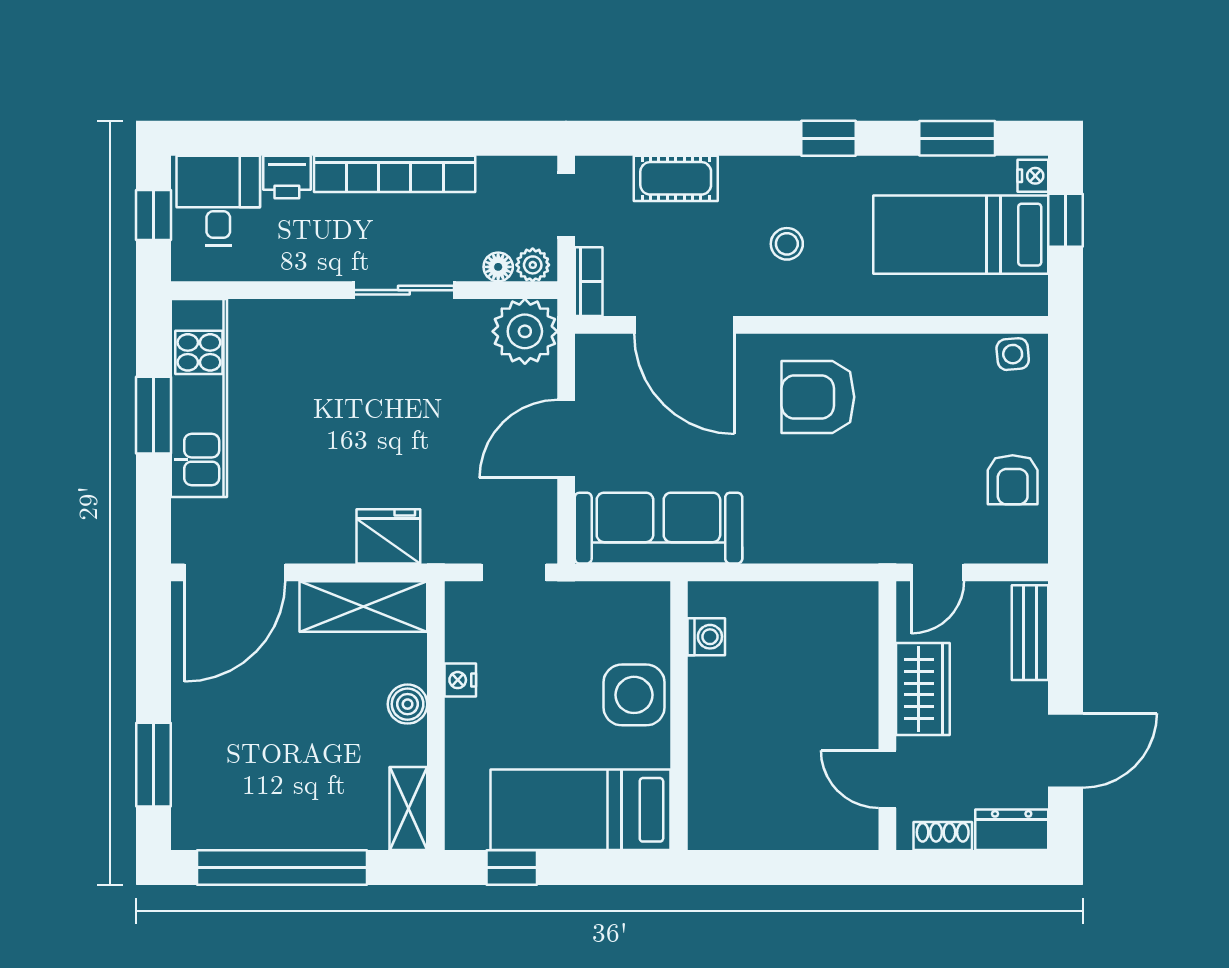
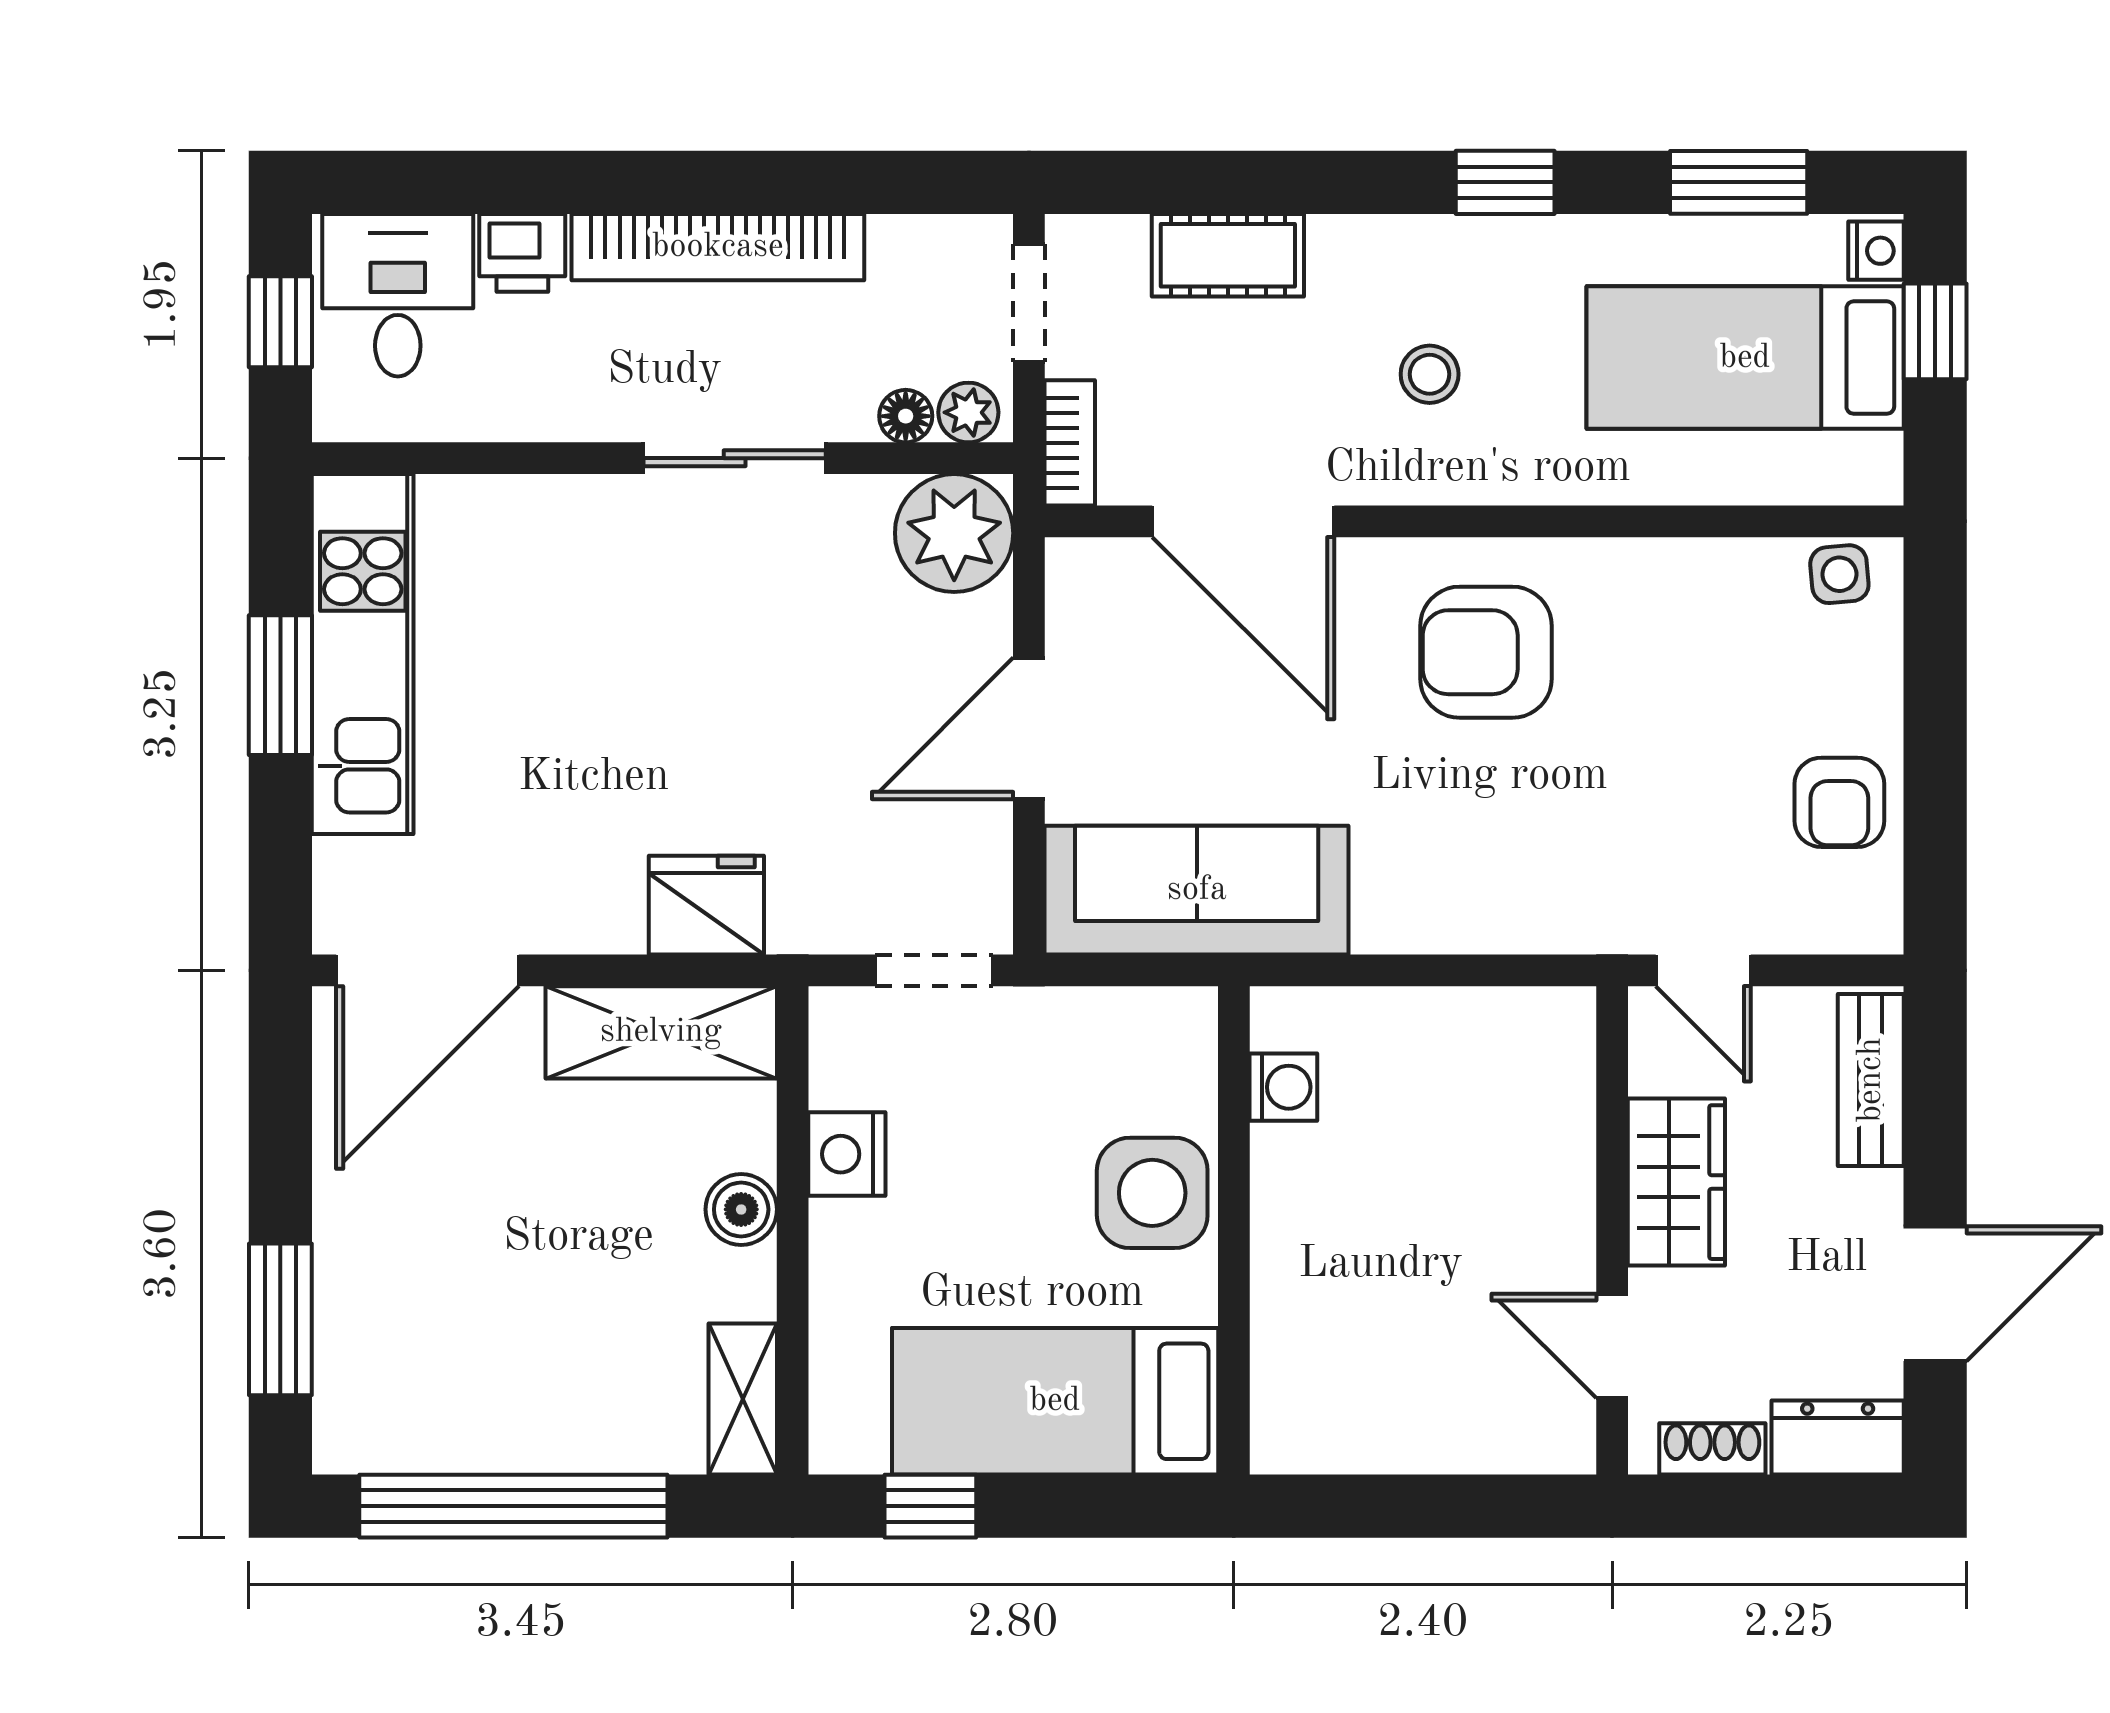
door: (938, 572) -> (1703, 970), hinge flipped
nightstand: (460, 680) -> (847, 1154), width x1.39, depth x1.35

